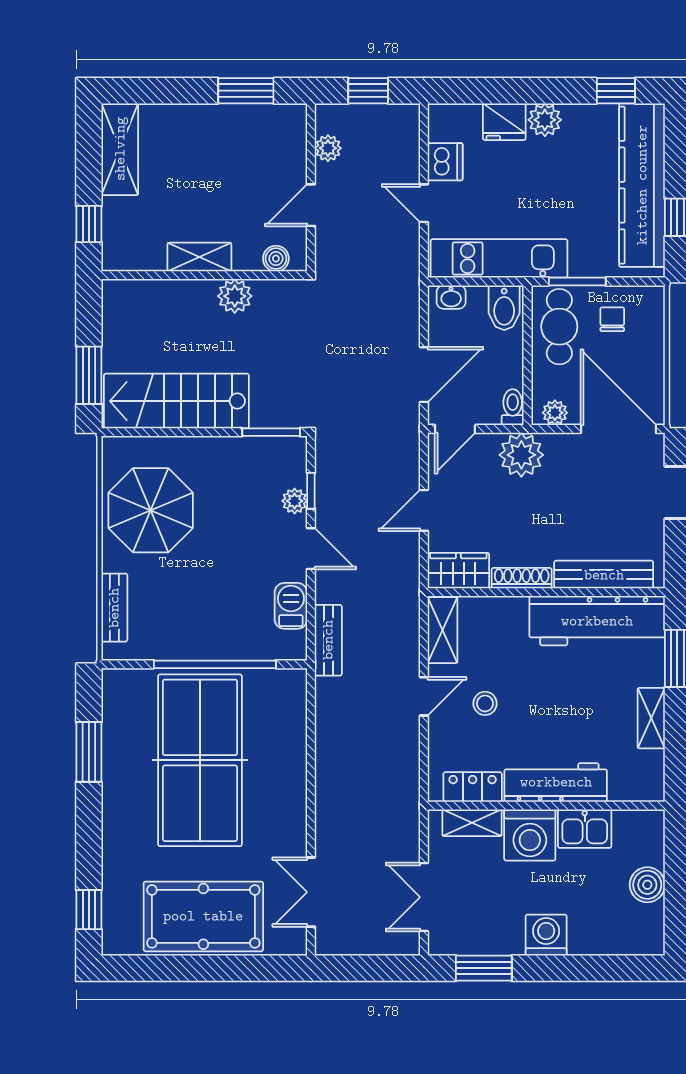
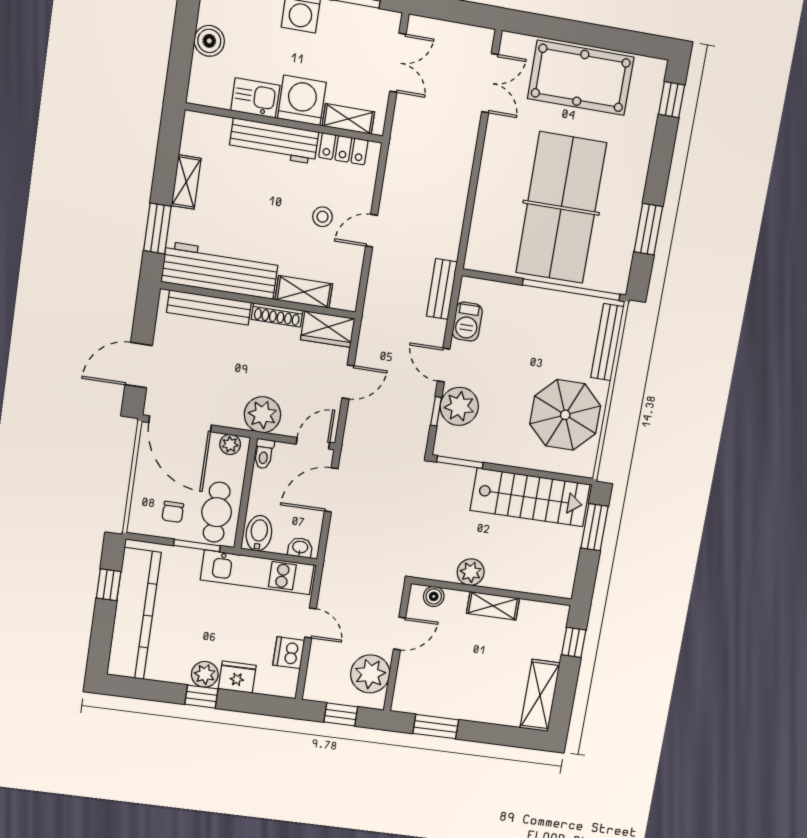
window: (616, 91) -> (201, 697), moved
plant: (328, 148) -> (370, 674), width x1.87, depth x1.87
plant: (295, 501) -> (459, 406), width x1.87, depth x1.87
bench: (114, 608) -> (607, 342), width x1.36
shelving: (443, 630) -> (304, 292), moved, turned 90
window: (215, 664) -> (571, 290), moved

